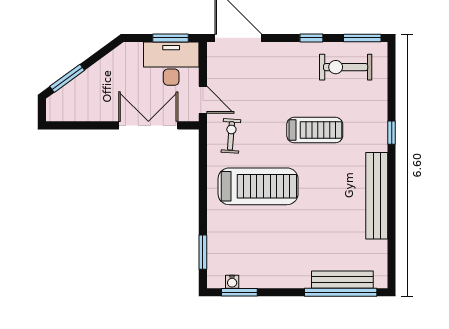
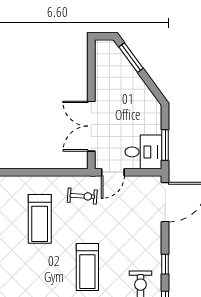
desk: (171, 64) -> (143, 152), width x0.73
double door: (148, 125) -> (91, 126), swing flipped
treadmill: (258, 186) -> (40, 219), width x0.73, depth x0.73

